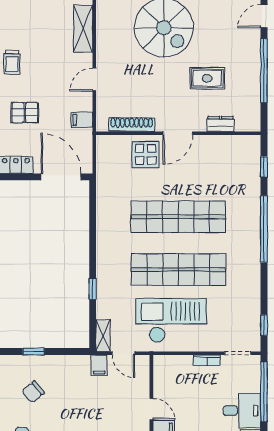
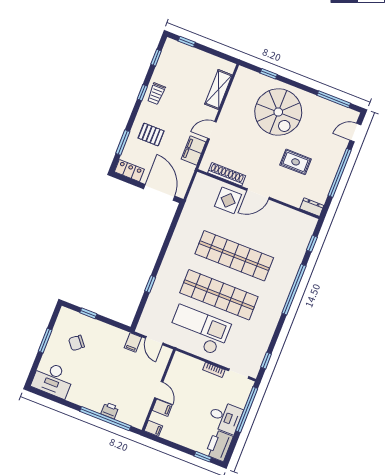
filing cabinet: (82, 120) -> (194, 150), width x2.00
dresser: (221, 124) -> (312, 207), moved
shelving: (103, 336) -> (144, 322), removed

